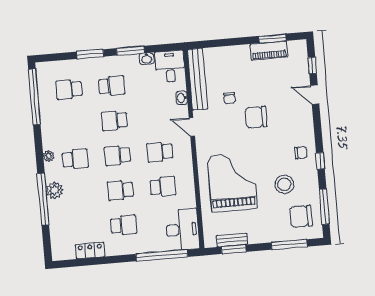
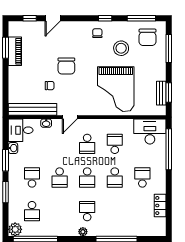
grand piano: (232, 182) -> (116, 89), turned -90
plant: (55, 190) -> (15, 229), moved

